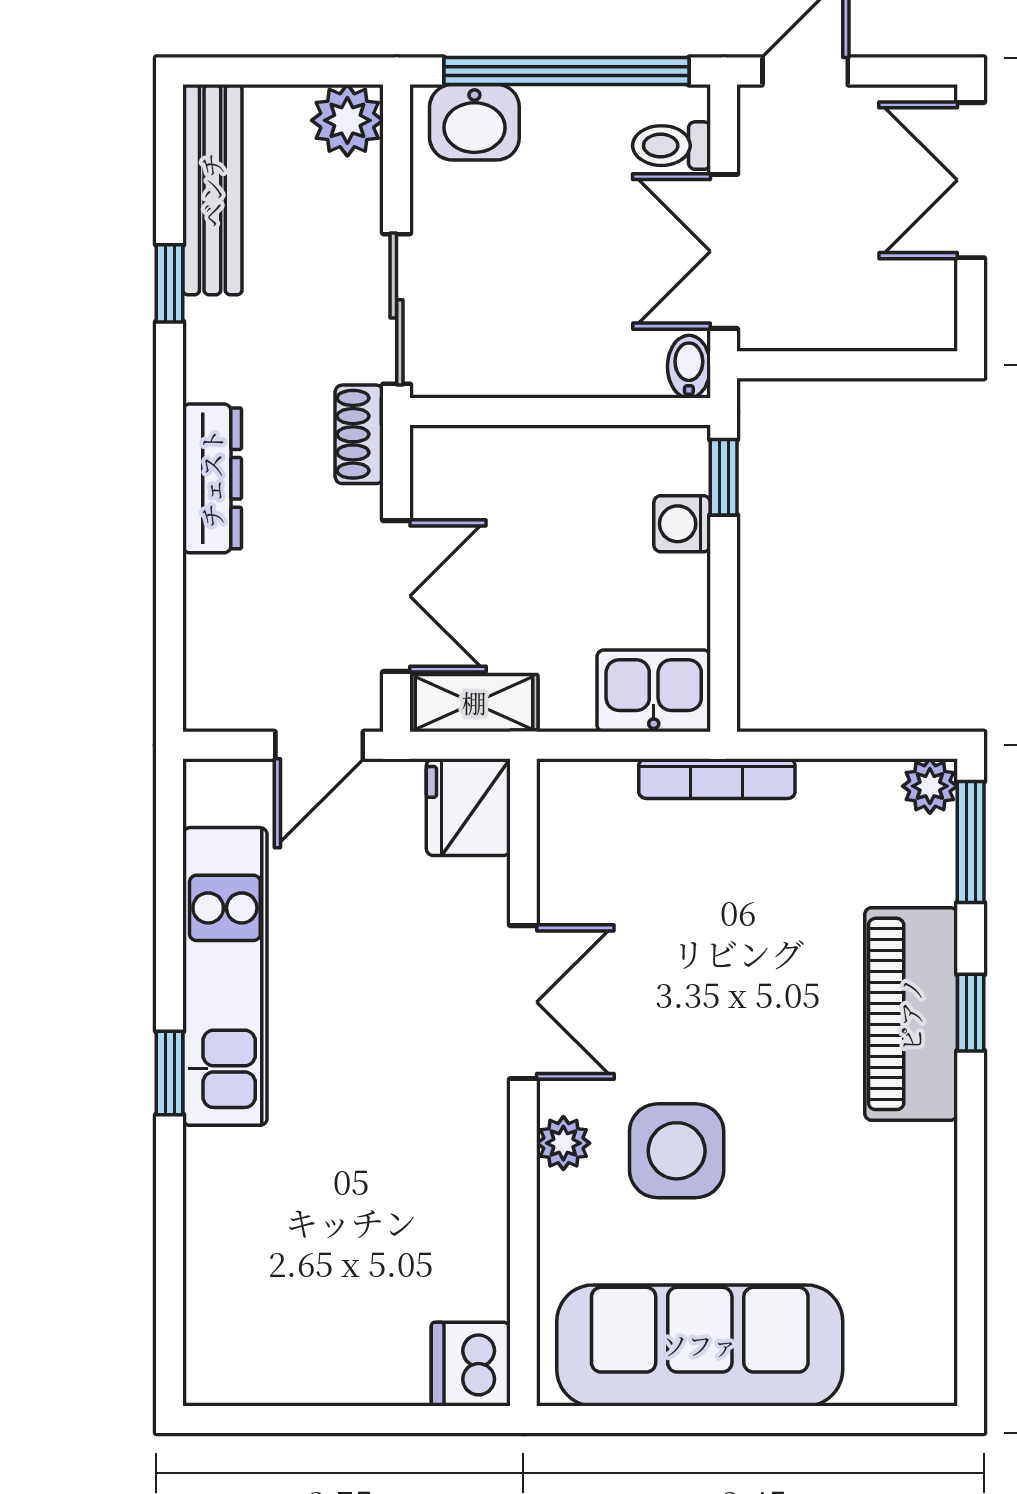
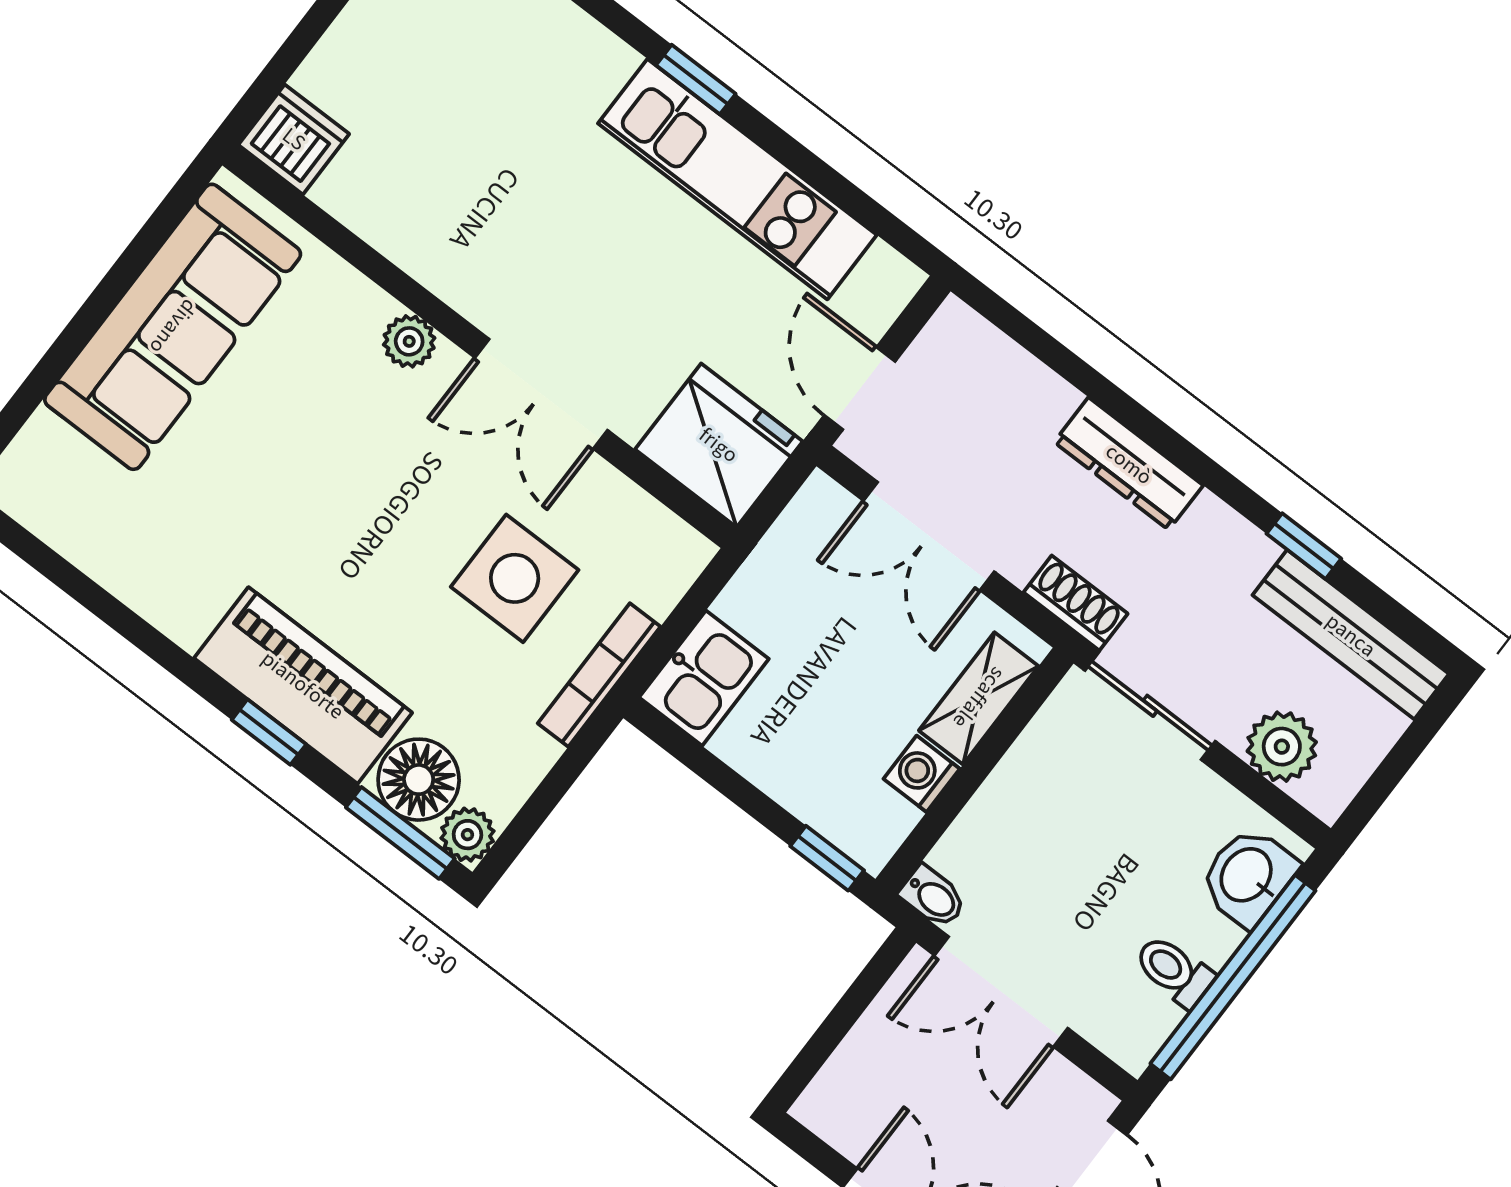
plant: (347, 120) -> (1282, 747), moved
toilet: (672, 146) -> (1174, 971), moved, turned -90
double door: (724, 251) -> (1001, 992), swing flipped
washing machine: (682, 524) -> (922, 774), moved, turned -90
shelving: (474, 703) -> (979, 698), moved
fridge: (468, 807) -> (719, 445), width x1.36, depth x1.34
floor lamp: (916, 861) -> (419, 780), added
side table: (677, 1151) -> (515, 578), moved

